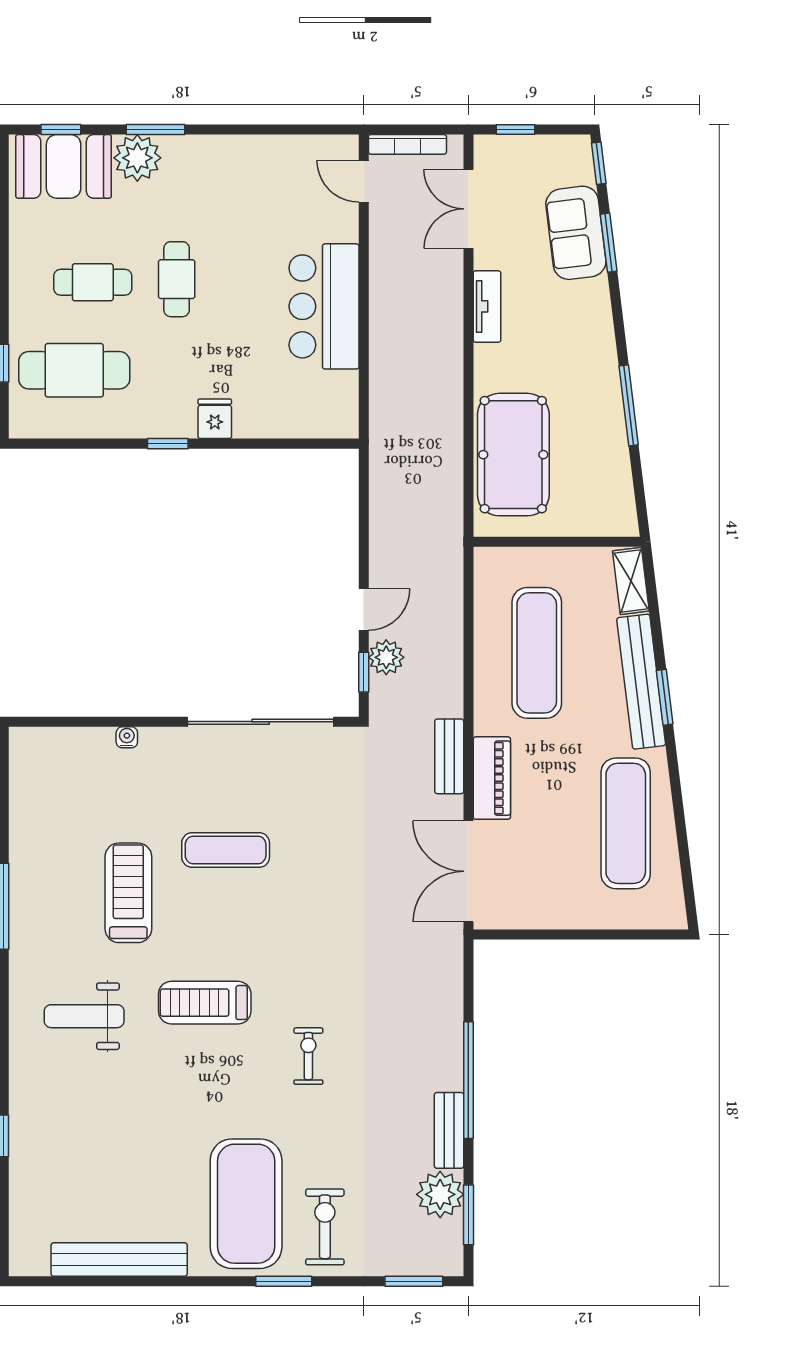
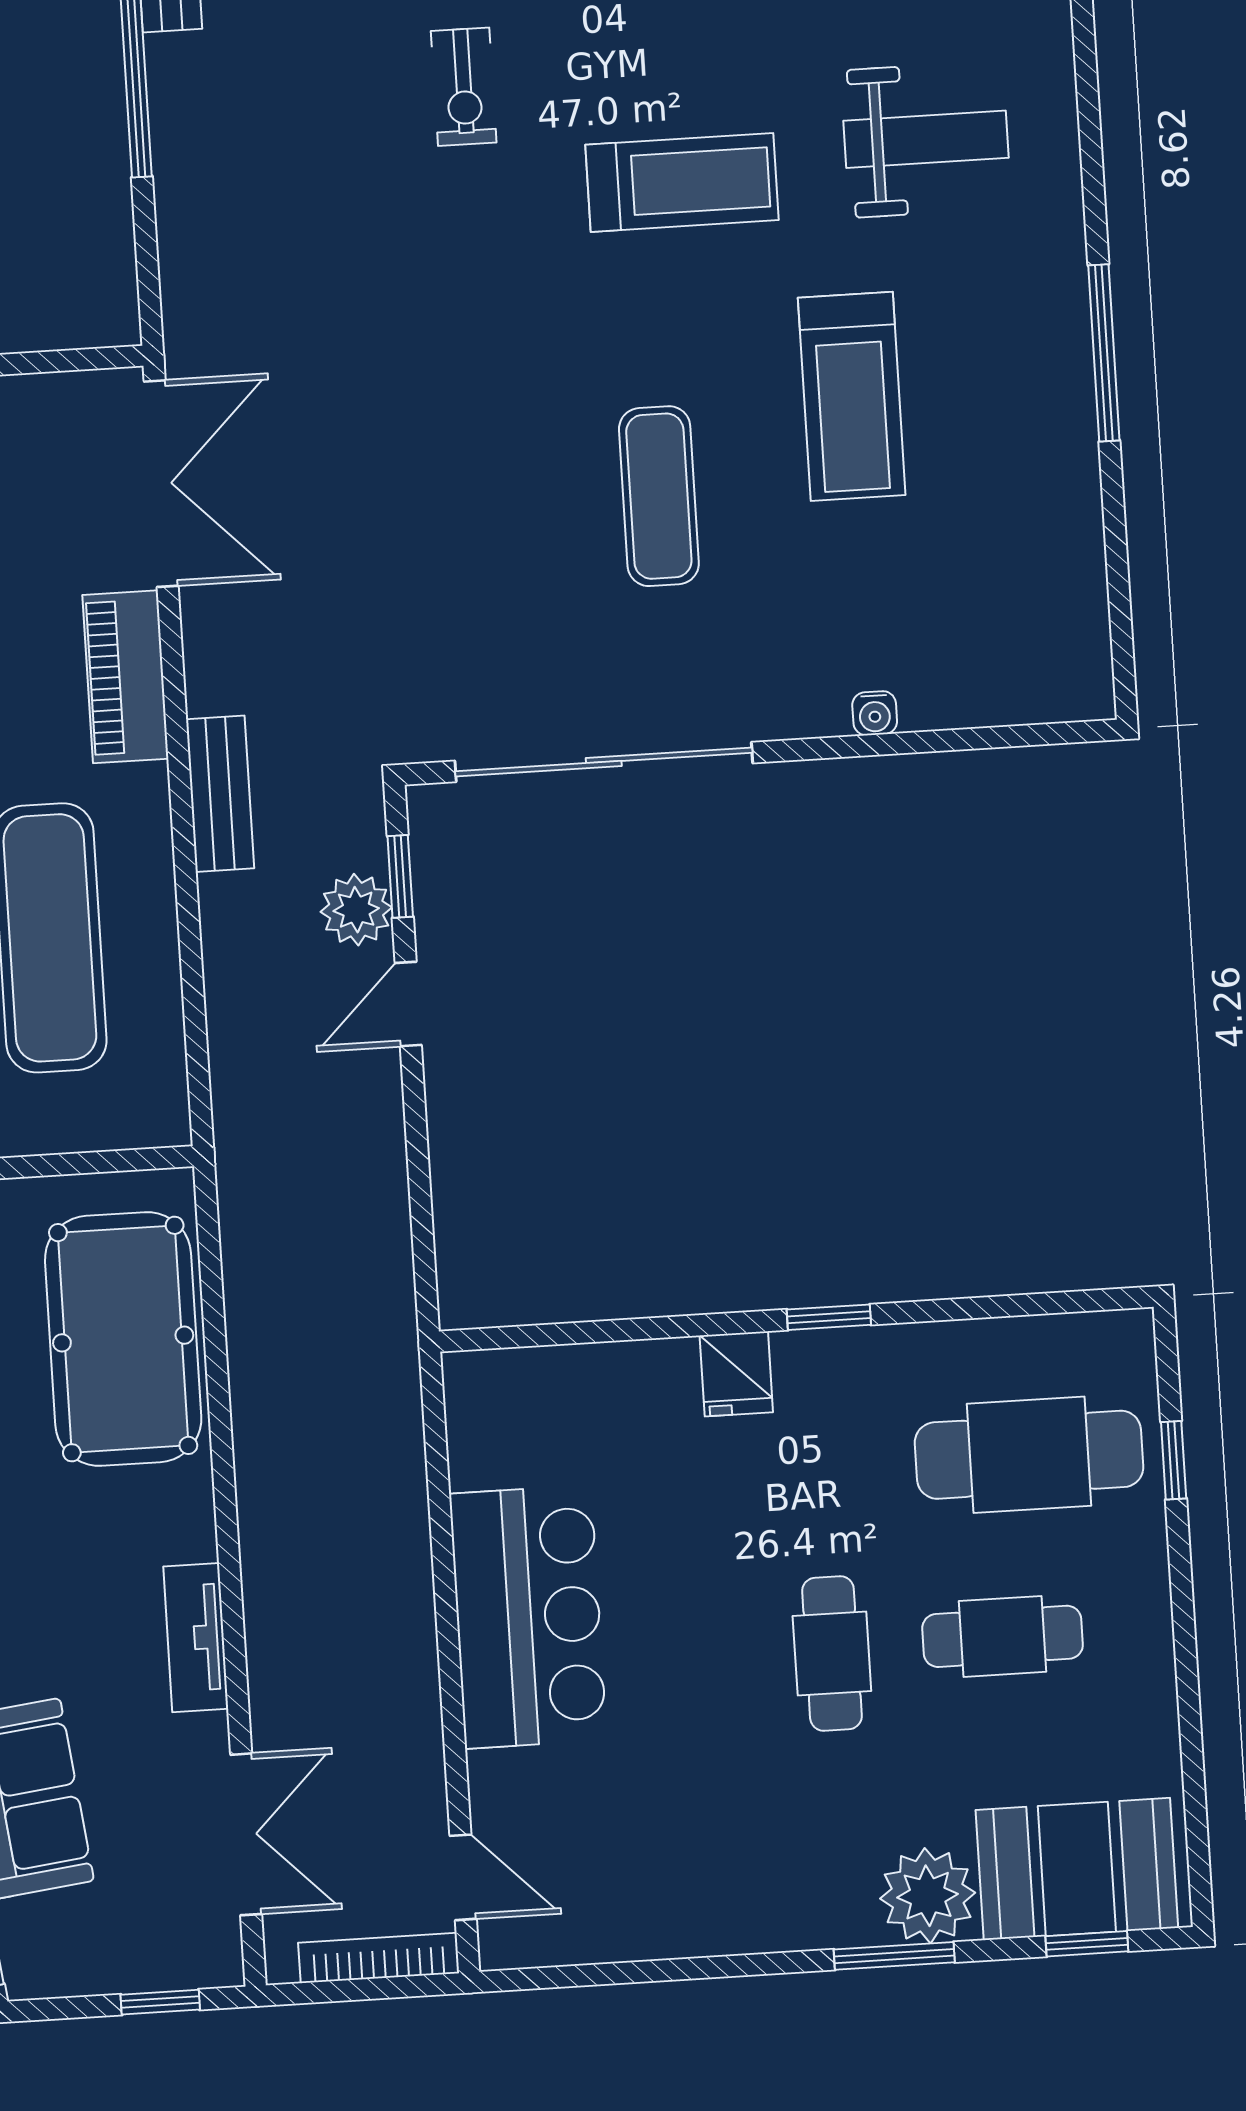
bench: (449, 756) -> (220, 794), moved
exercise mat: (226, 850) -> (659, 496), turned 90

